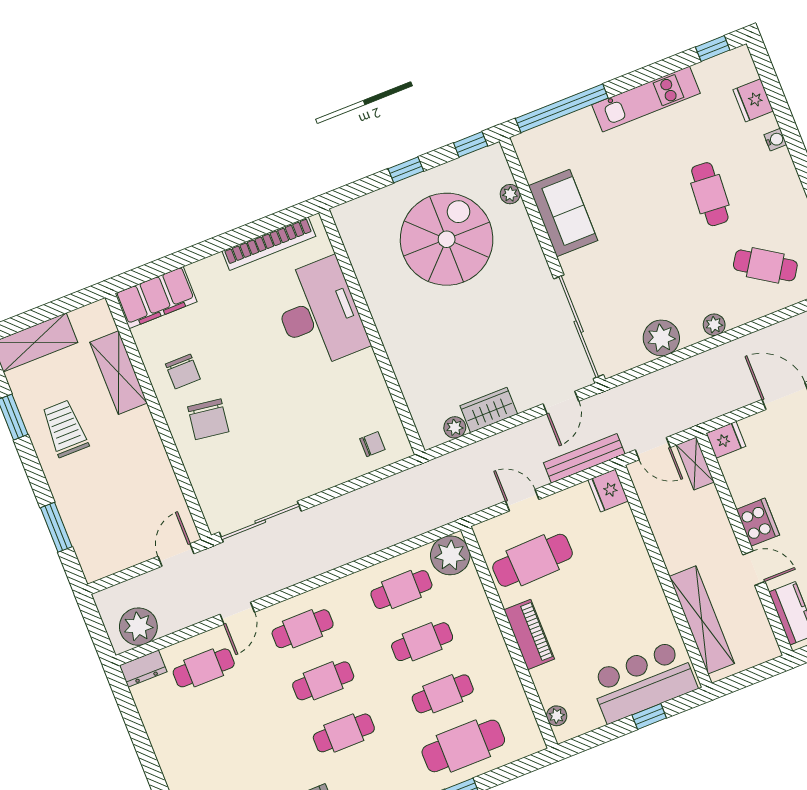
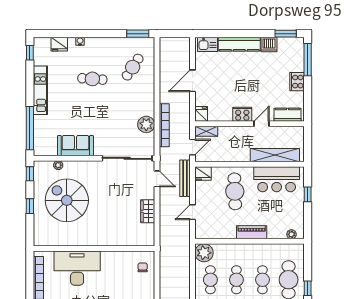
plant: (714, 325) -> (149, 99), removed
bookcase: (674, 375) -> (164, 125), added
plant: (455, 427) -> (150, 229), removed
cafe table: (533, 560) -> (235, 191), moved
bar counter: (643, 681) -> (277, 179), moved, turned -90

